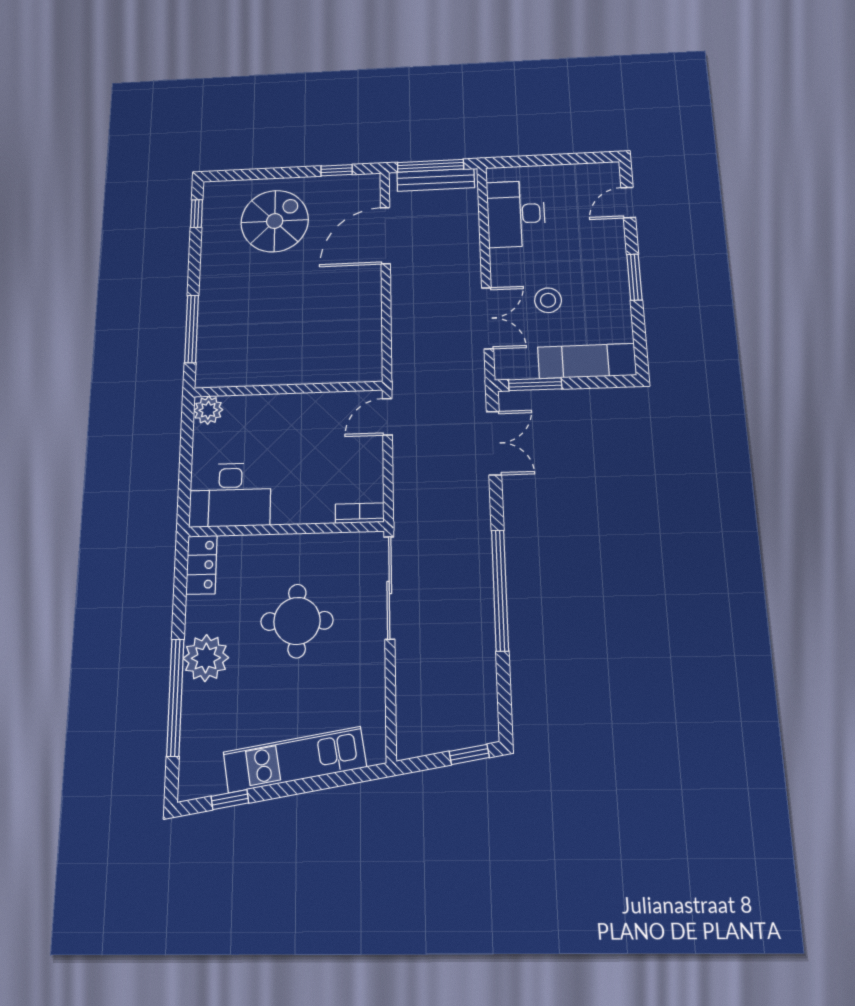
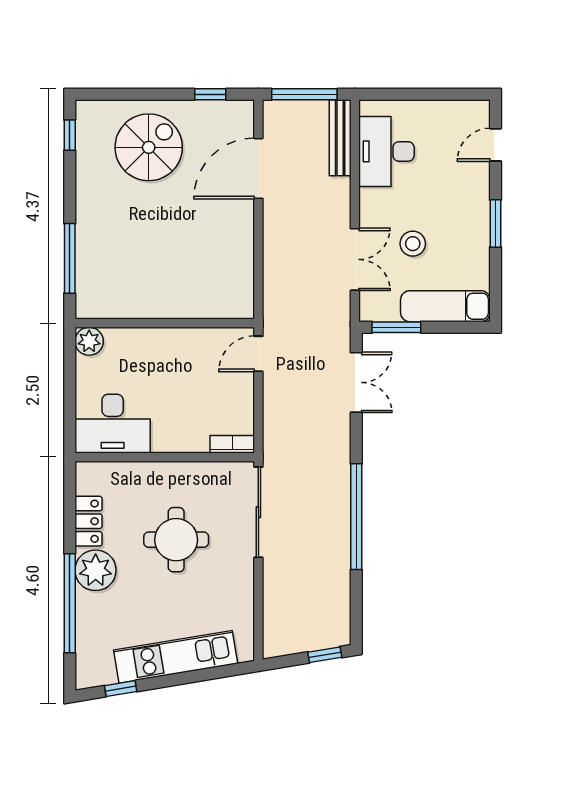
bench: (436, 180) -> (340, 138), moved, turned 90
locker: (202, 565) -> (88, 521), moved

